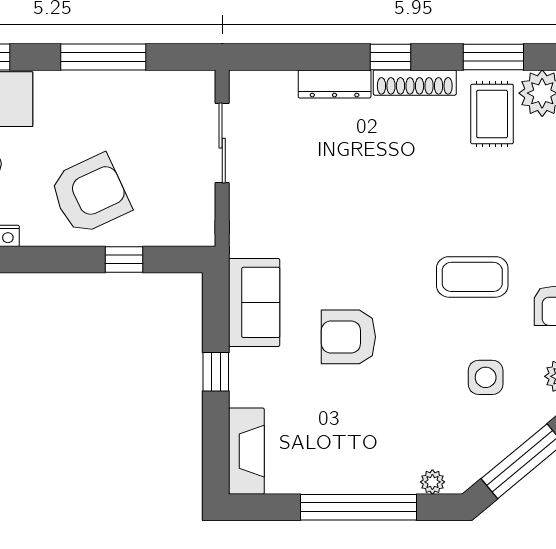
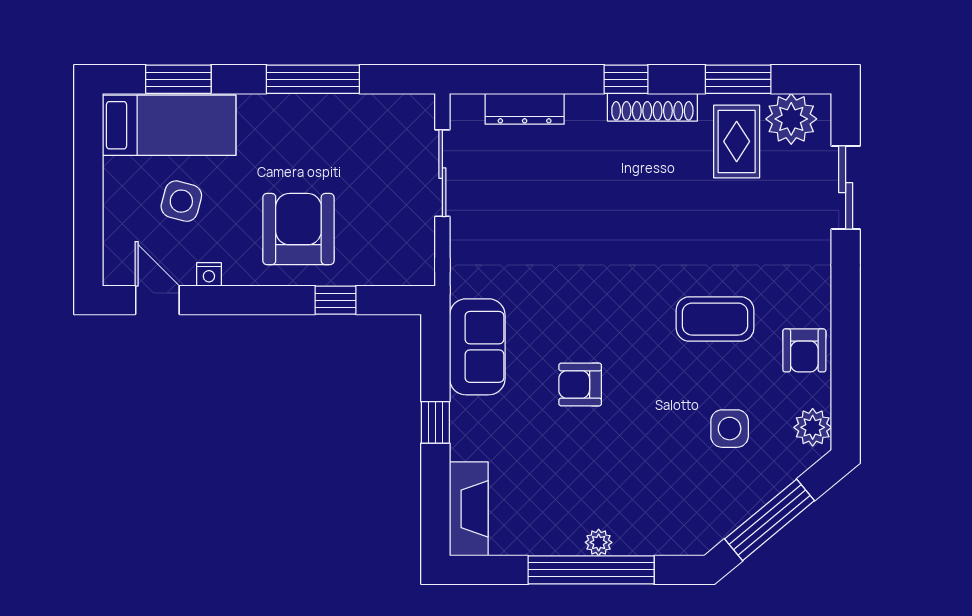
dresser: (335, 84) -> (525, 109), moved
armchair: (90, 194) -> (298, 229), turned -65
armchair: (348, 337) -> (580, 385), width x0.72, depth x0.72
plant: (432, 482) -> (599, 542), moved

